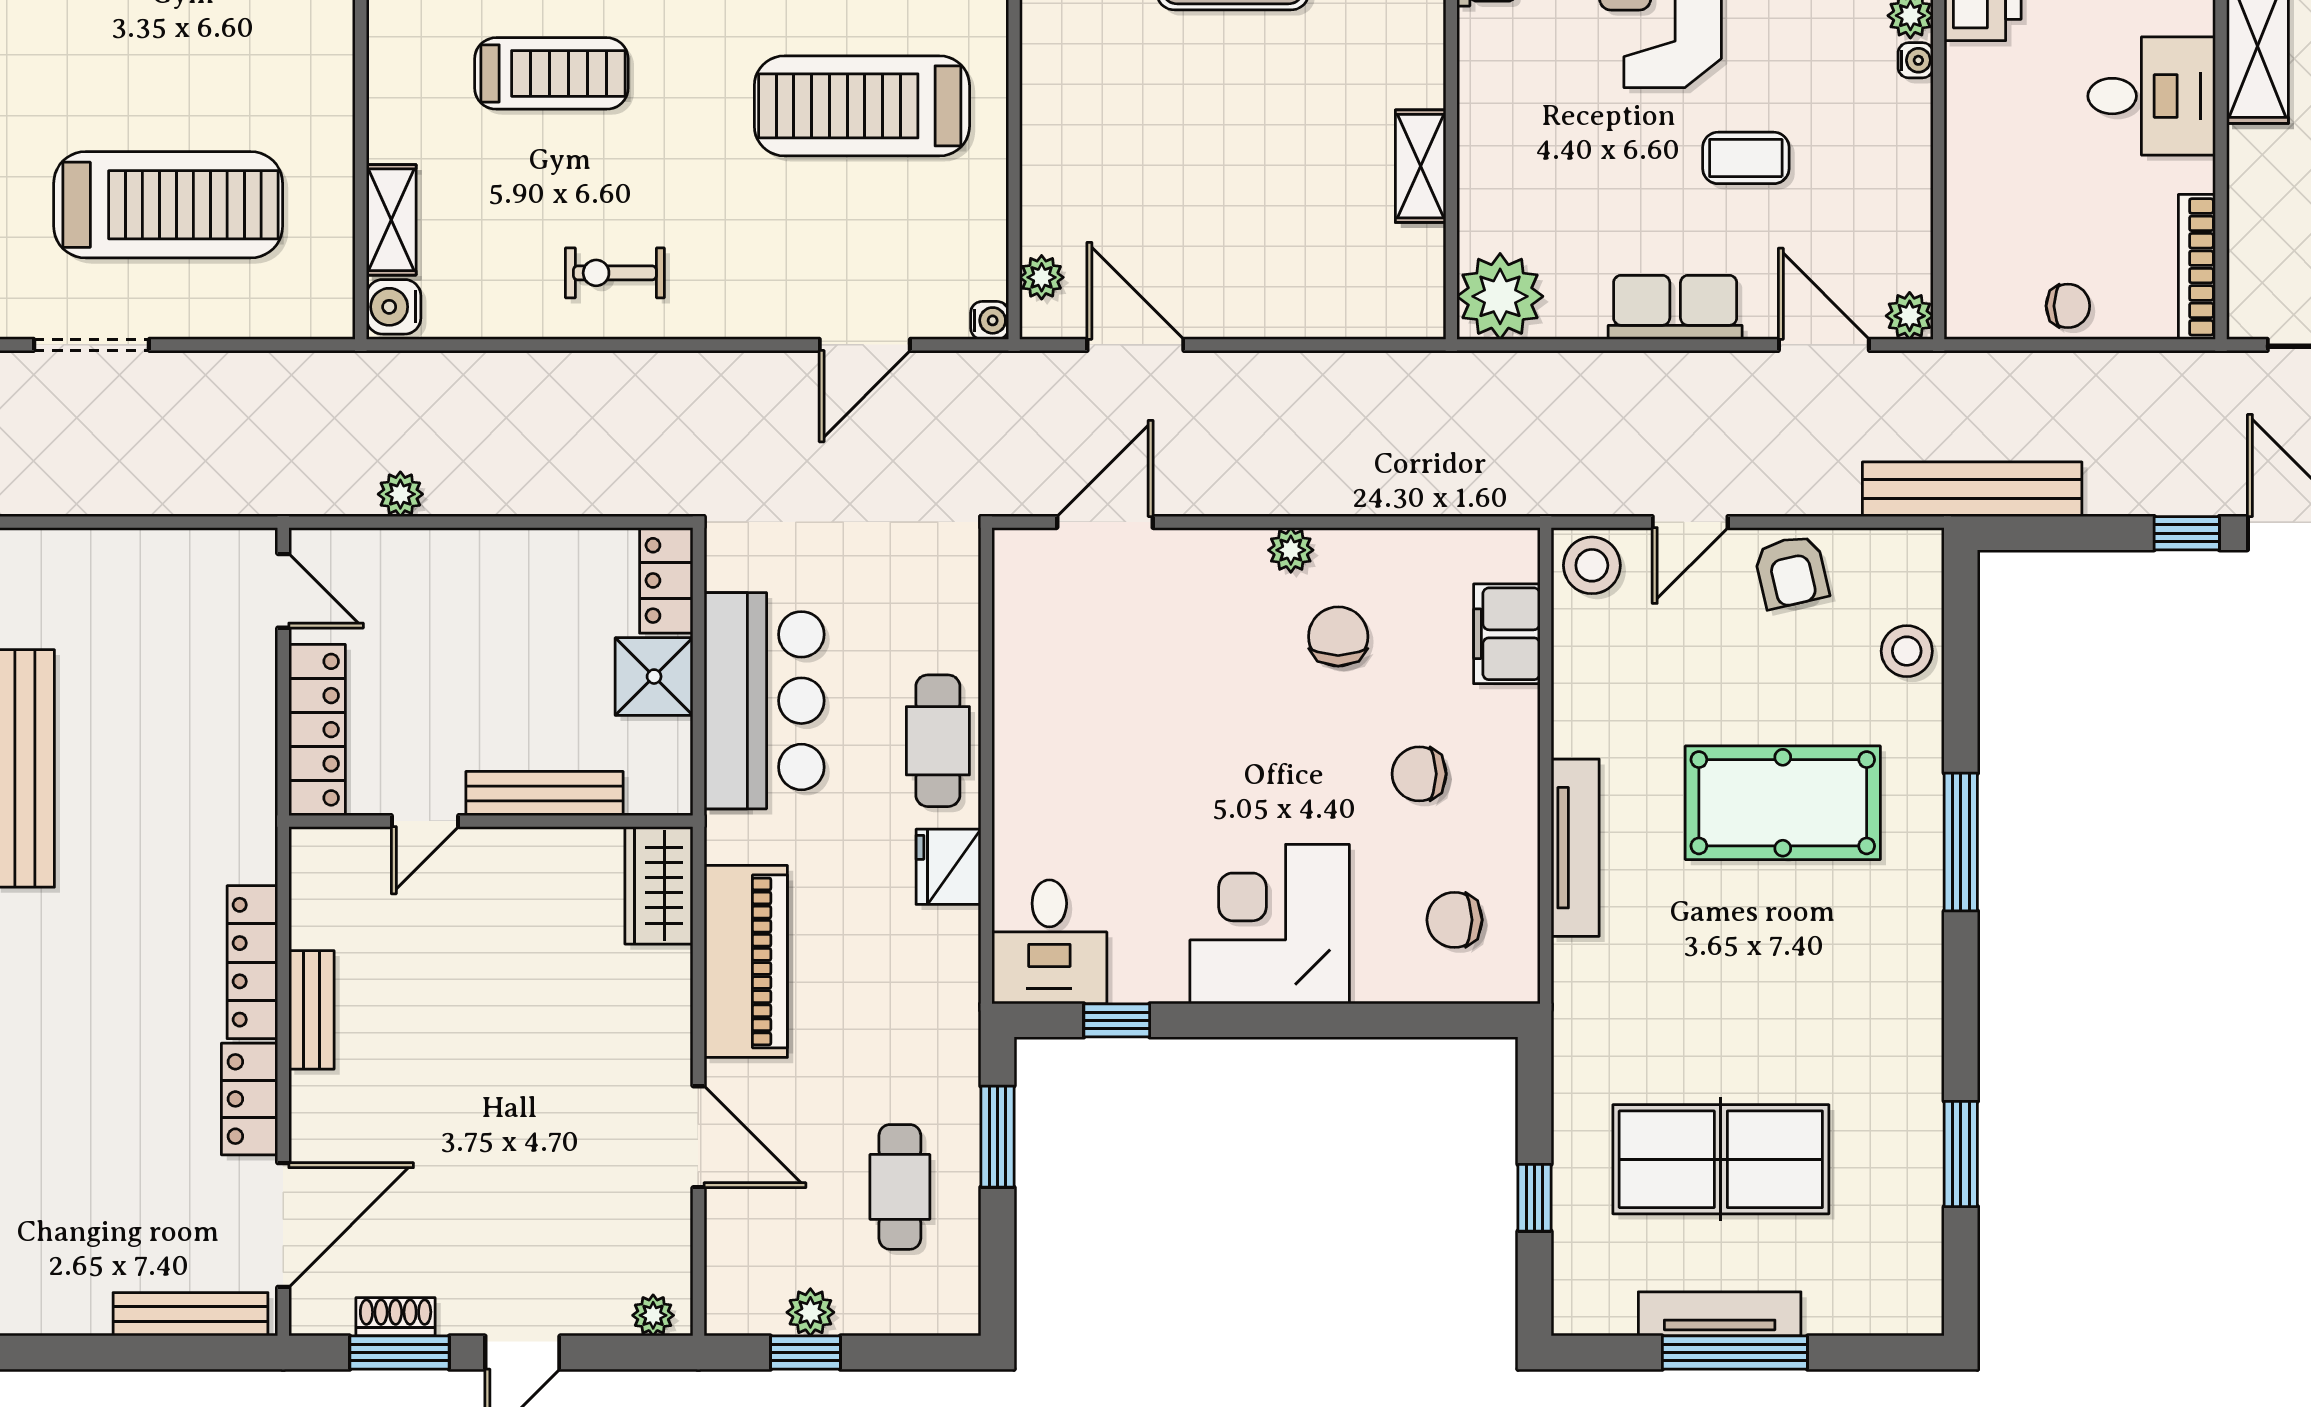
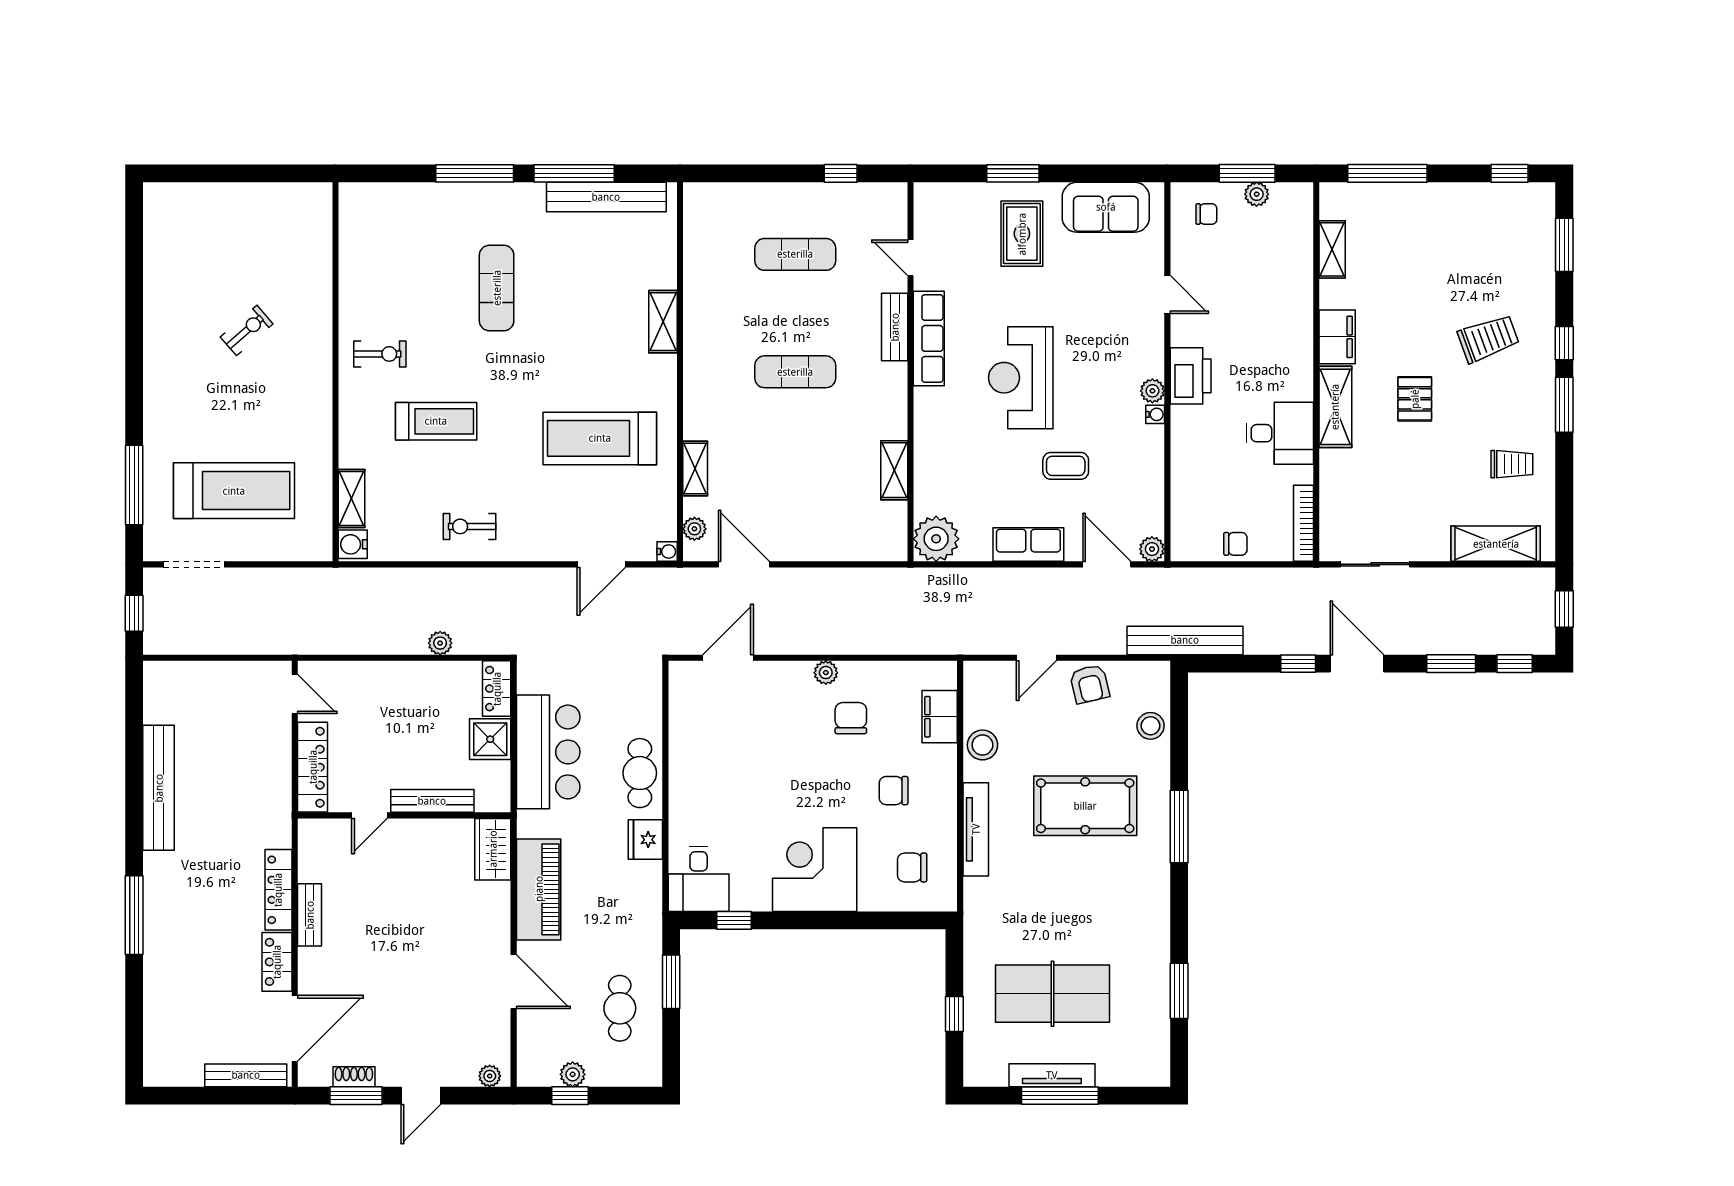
shelving: (1043, 163) -> (695, 469), added
plant: (400, 494) -> (440, 643), moved
stool: (1592, 565) -> (982, 745), moved

